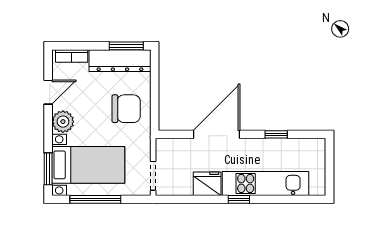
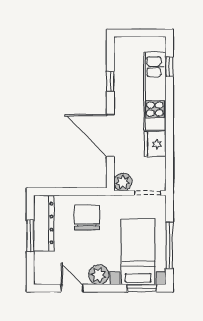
window: (126, 46) -> (30, 236), moved
bookcase: (72, 56) -> (39, 267), removed
plant: (165, 148) -> (123, 182), added
window: (239, 199) -> (169, 67), moved

